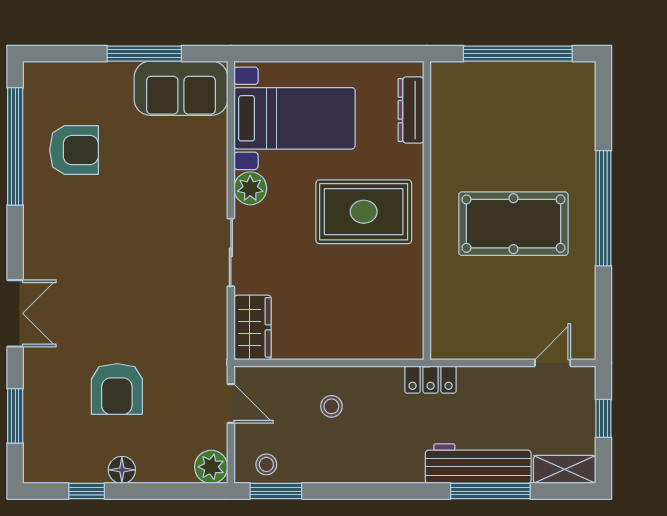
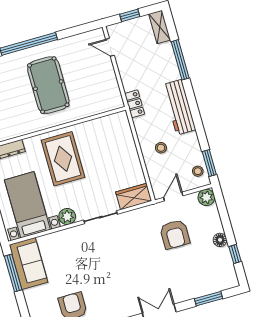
window: (144, 54) -> (13, 273), moved
armchair: (117, 389) -> (175, 234), moved, turned 90
workbench: (478, 464) -> (179, 107), moved

